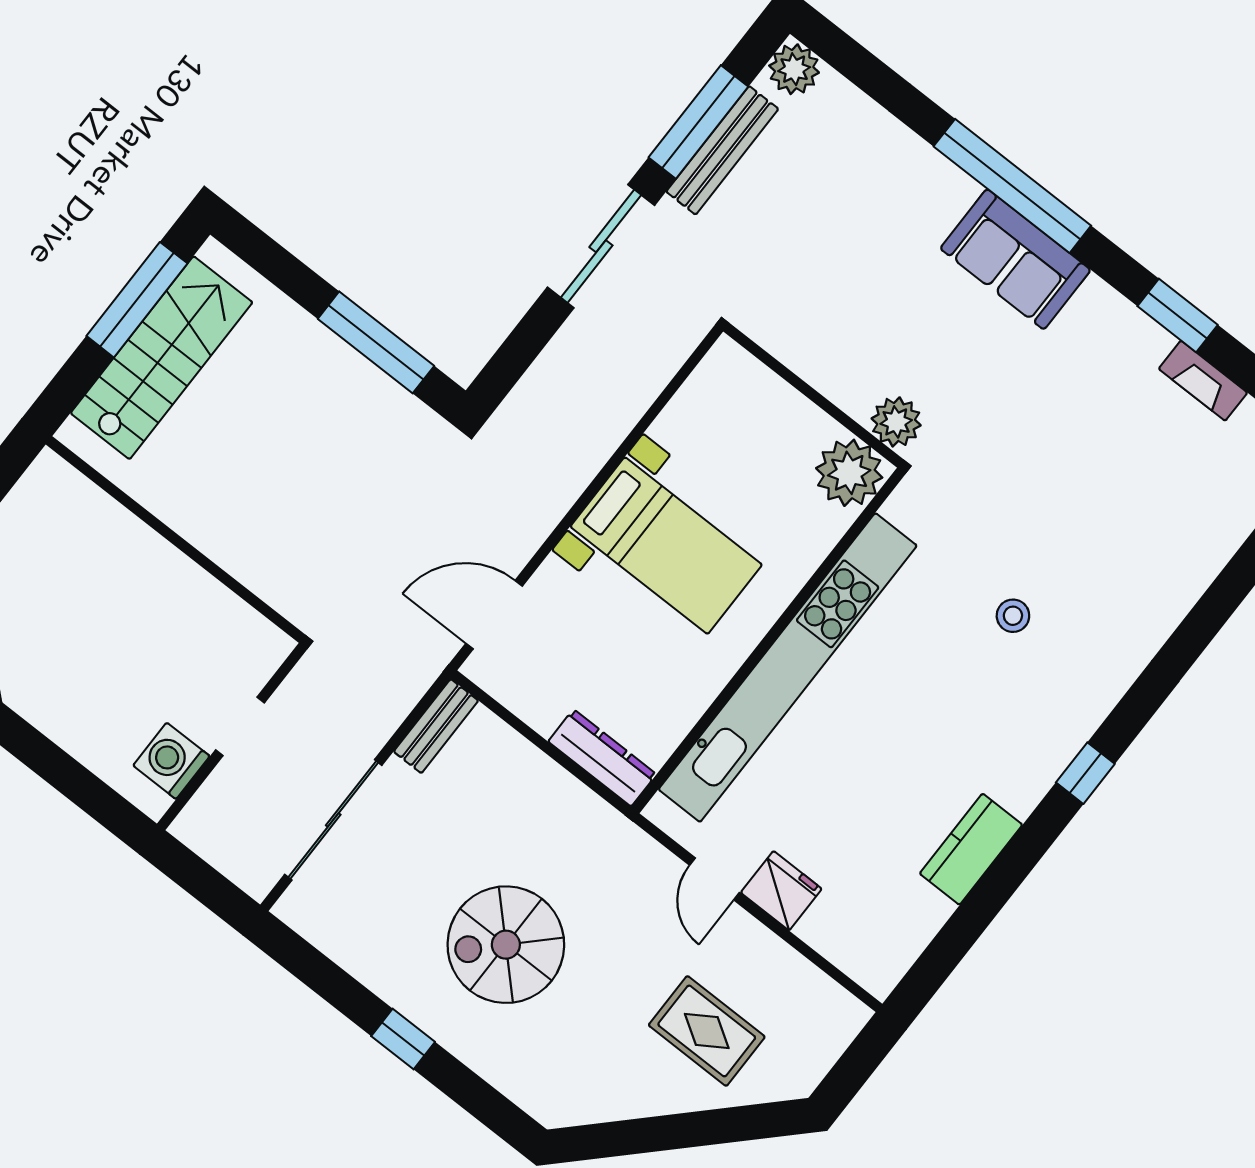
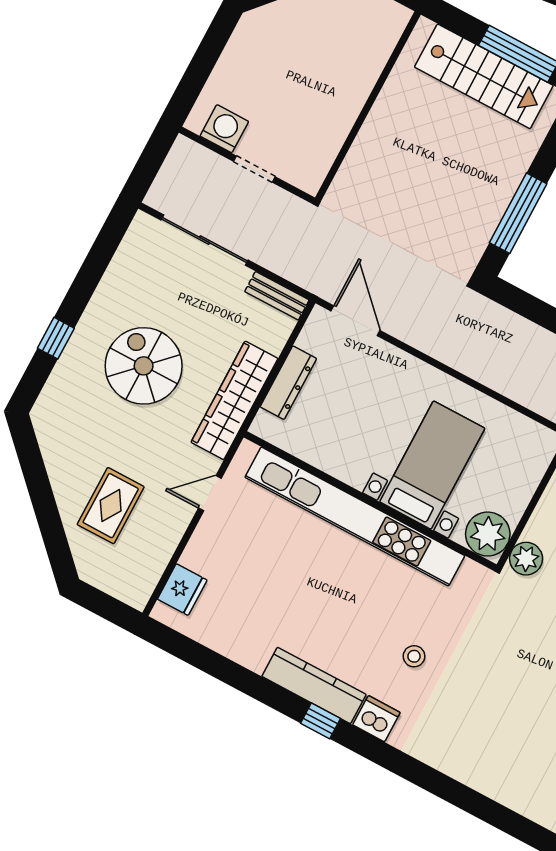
bed with nightstands: (666, 546) -> (432, 465), moved, turned 180
dishwasher: (1097, 689) -> (376, 719), added
dresser: (602, 758) -> (288, 383), moved
wardrobe: (582, 817) -> (234, 400), added
kitchen counter: (971, 849) -> (314, 685), moved, width x1.50
fridge: (781, 891) -> (182, 590), moved
window: (403, 1039) -> (56, 338), moved

